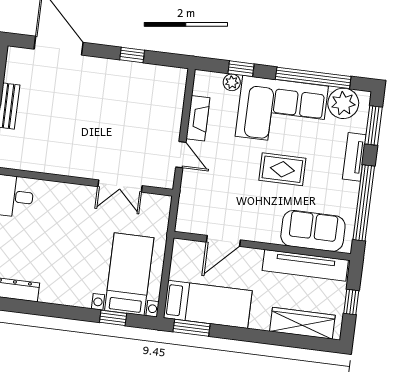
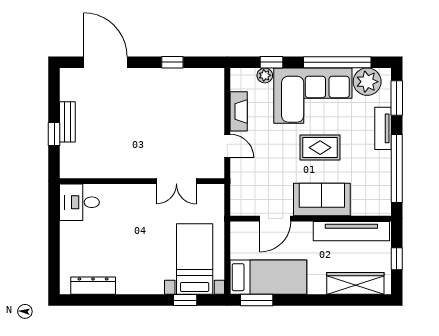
sofa: (313, 231) -> (322, 199), moved

